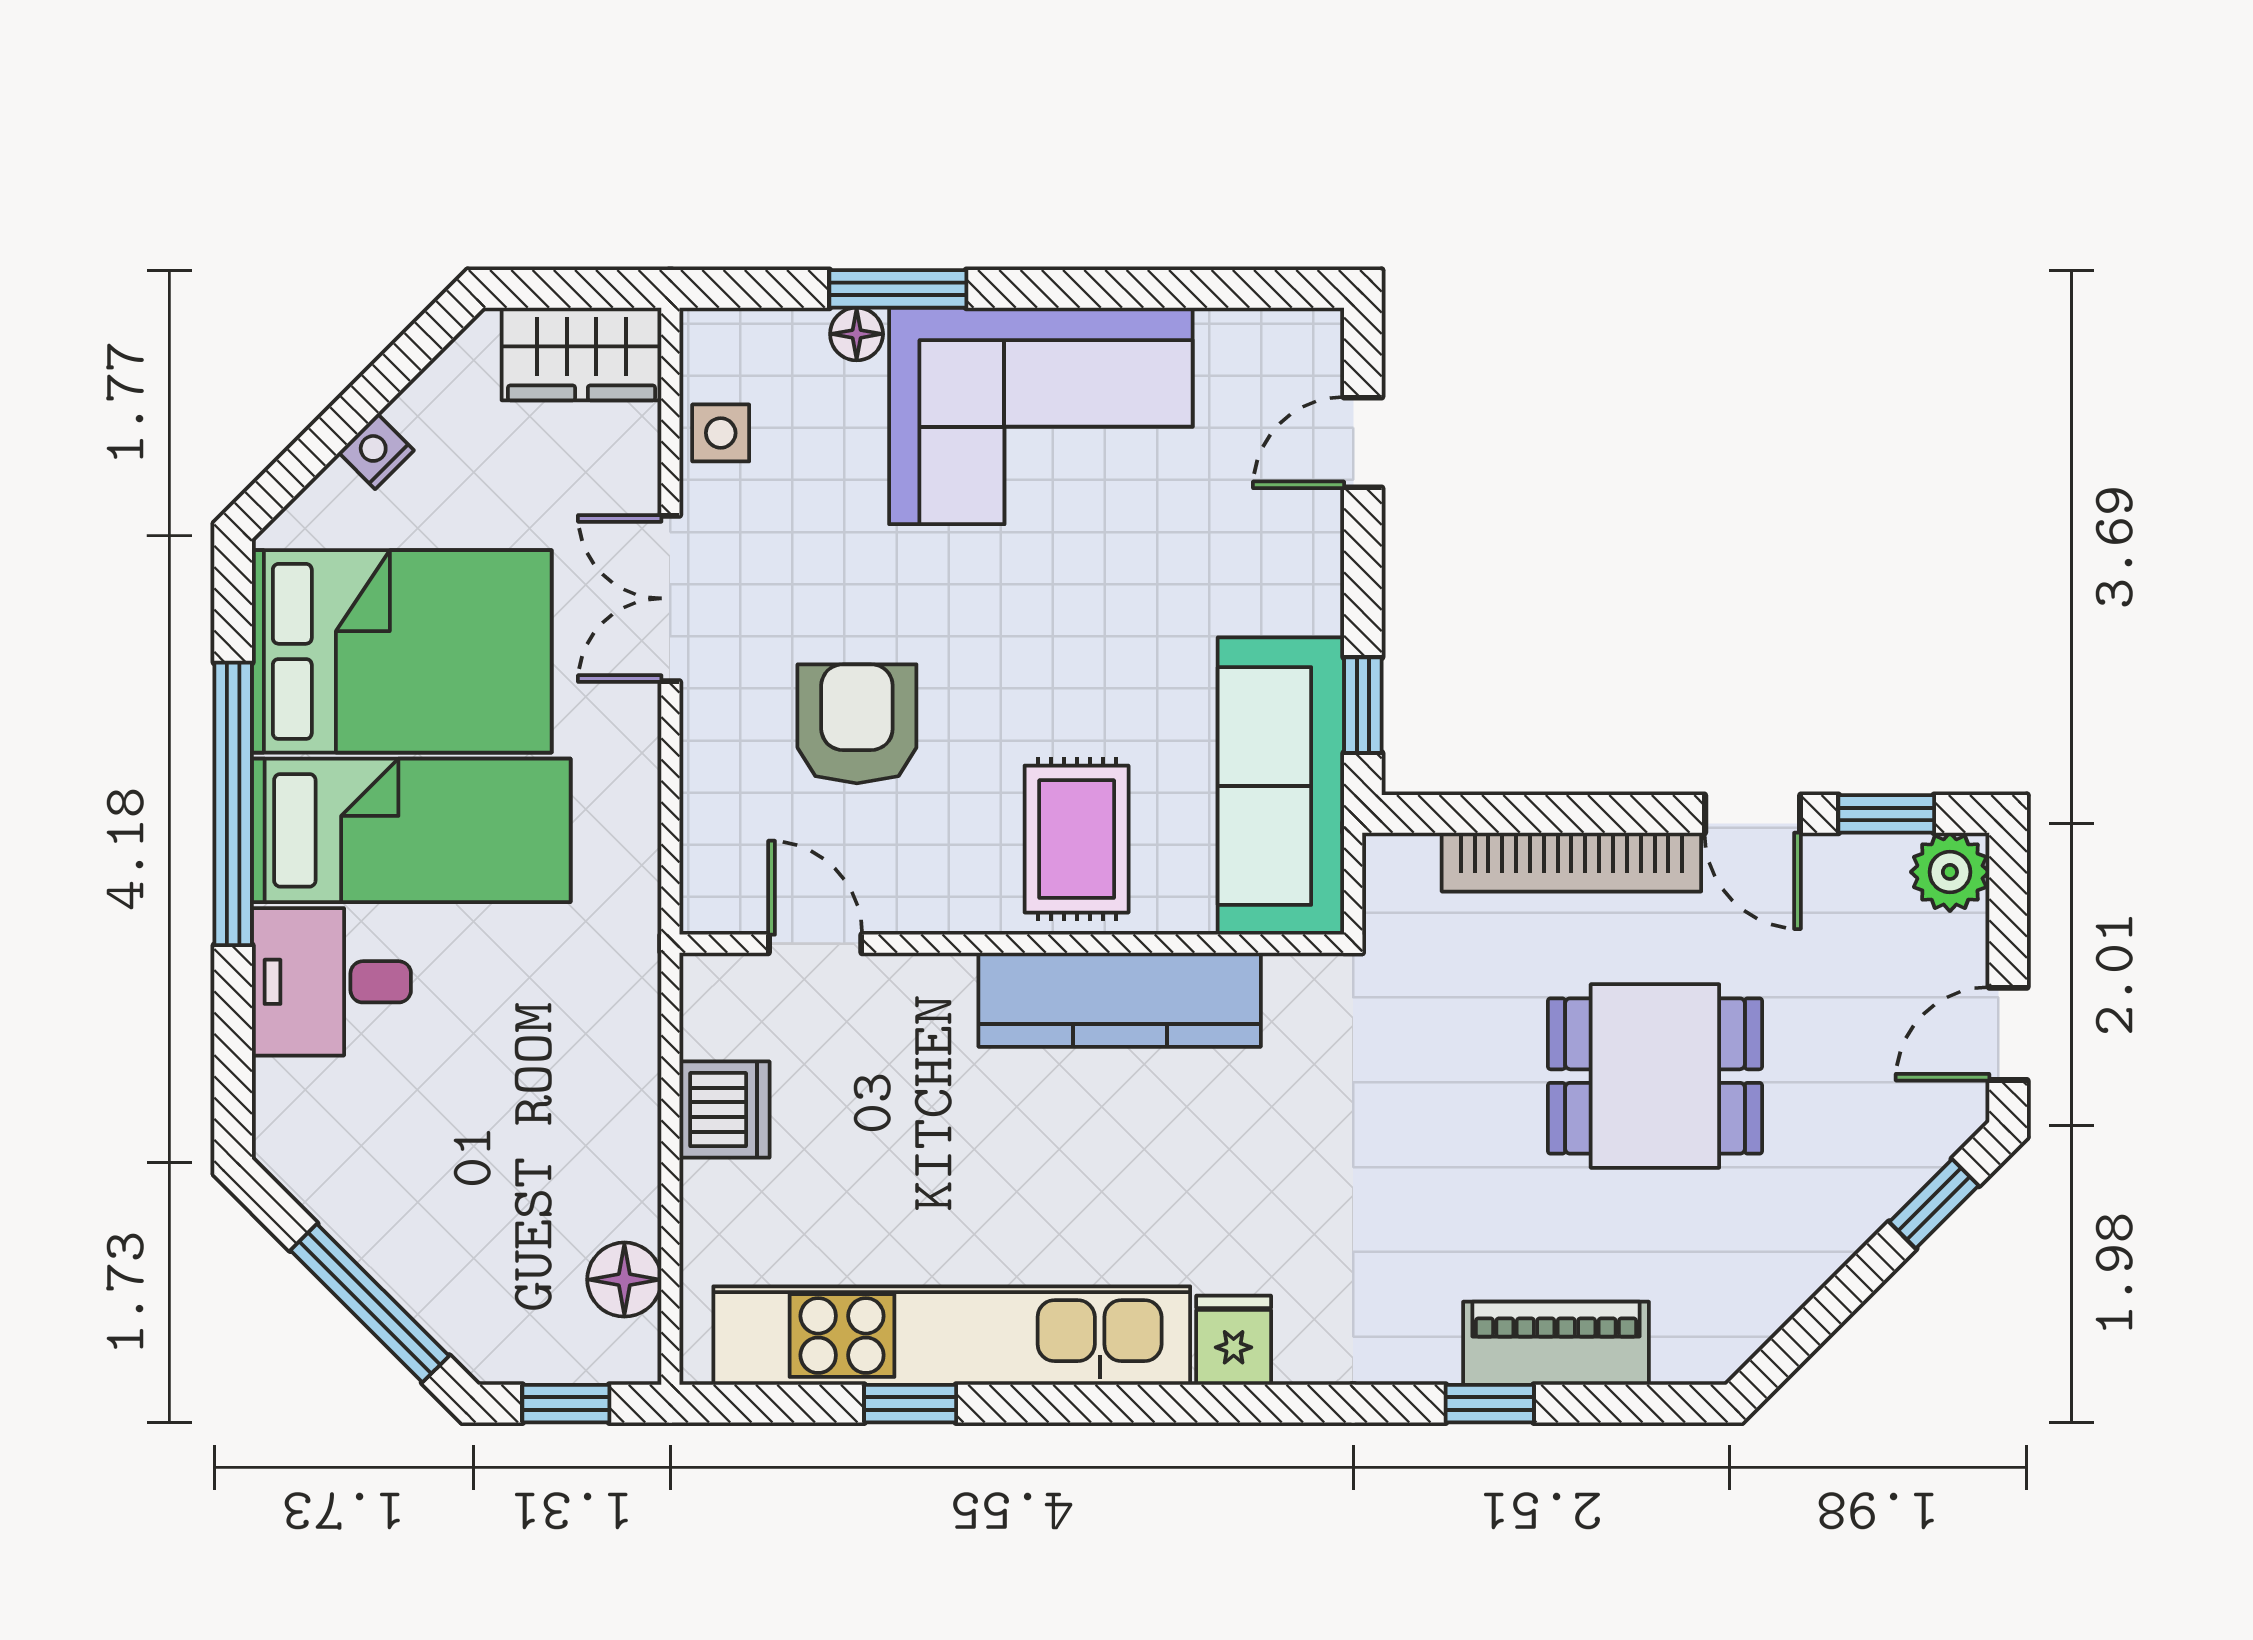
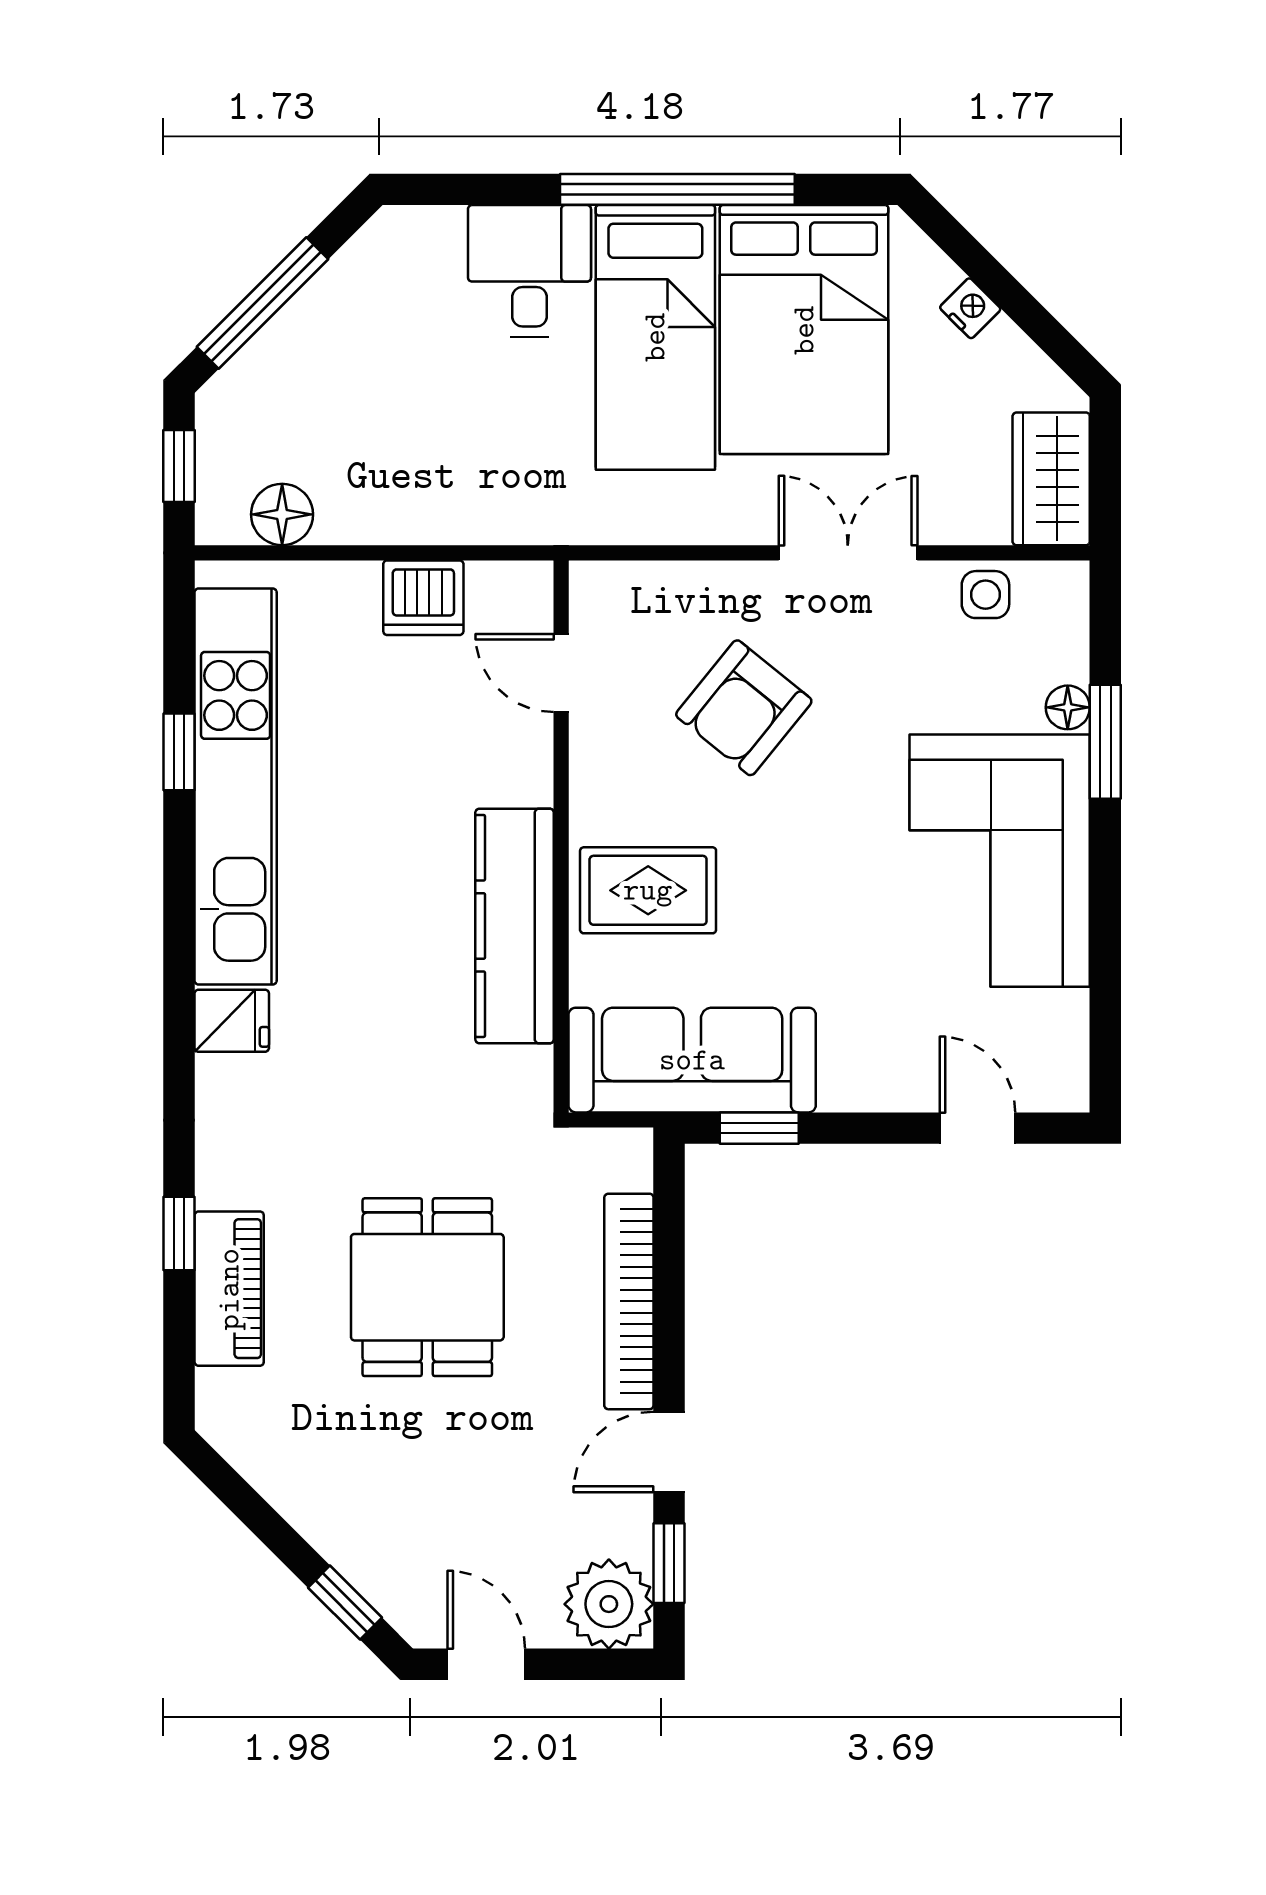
armchair: (857, 724) -> (744, 708), turned 129
plant: (1950, 872) -> (609, 1604), width x1.36, depth x1.36
door: (815, 944) -> (561, 673), swing flipped
dining table: (1655, 1076) -> (427, 1287), moved

